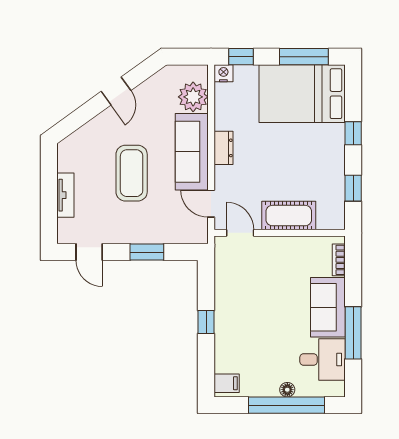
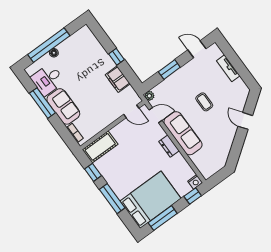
door: (116, 91) -> (245, 121), moved
plant: (193, 97) -> (149, 96), moved, width x0.53, depth x0.53
window: (353, 133) -> (112, 199), width x2.17
coffee table: (132, 173) -> (204, 102), width x0.54, depth x0.58
cot: (289, 216) -> (100, 147), moved
filing cabinet: (227, 383) -> (118, 79), moved, width x2.00

